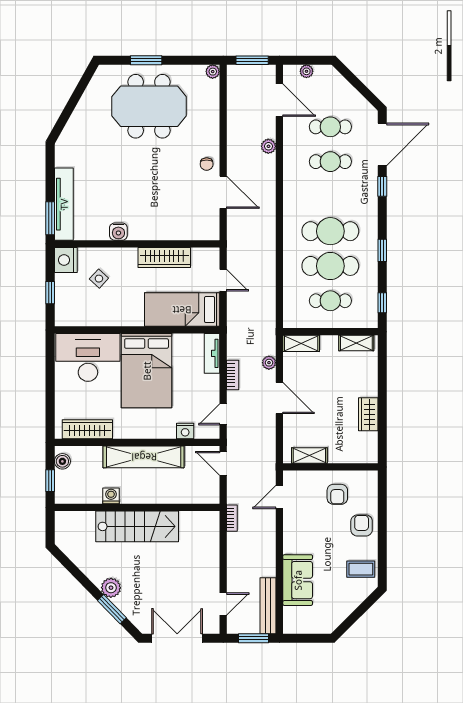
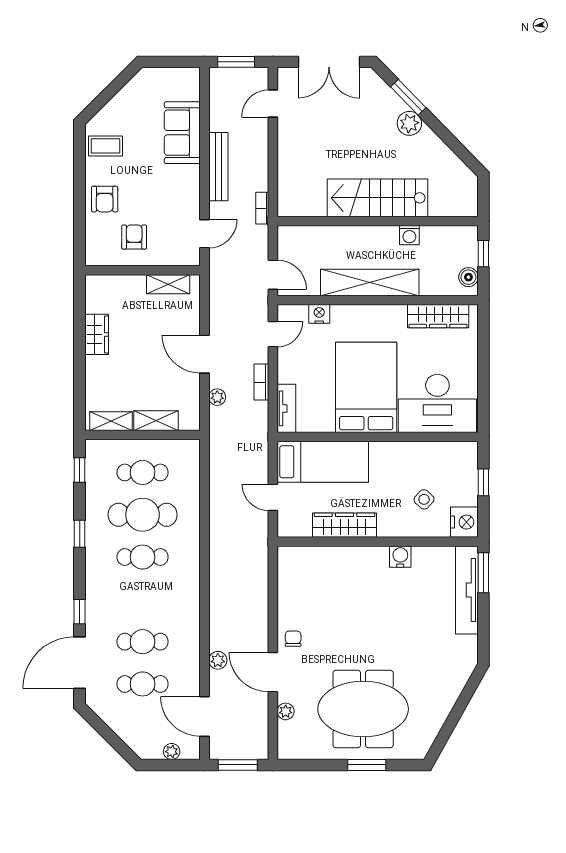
plant: (213, 72) -> (286, 711), moved
door: (223, 192) -> (273, 672), moved
cafe table: (330, 231) -> (143, 557), width x0.73, depth x0.74
shelving: (301, 343) -> (156, 421), moved
bench: (268, 606) -> (218, 167), moved

